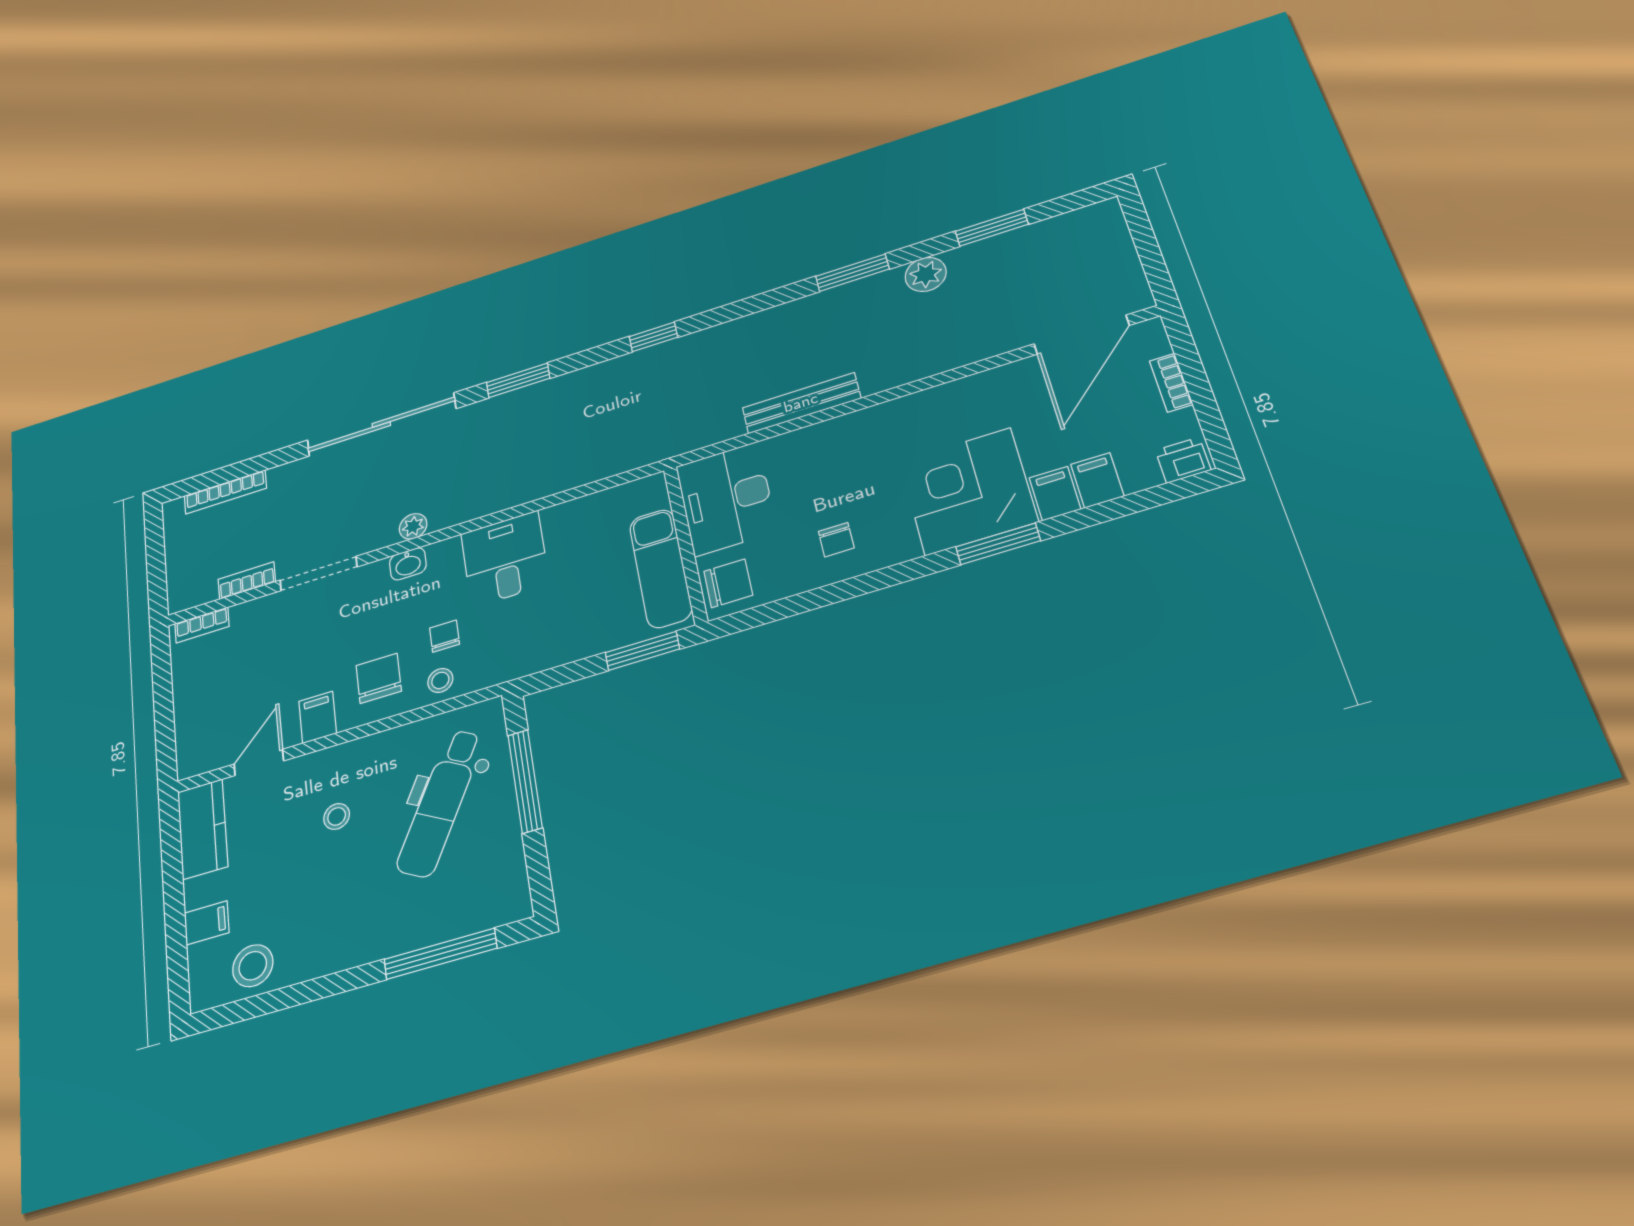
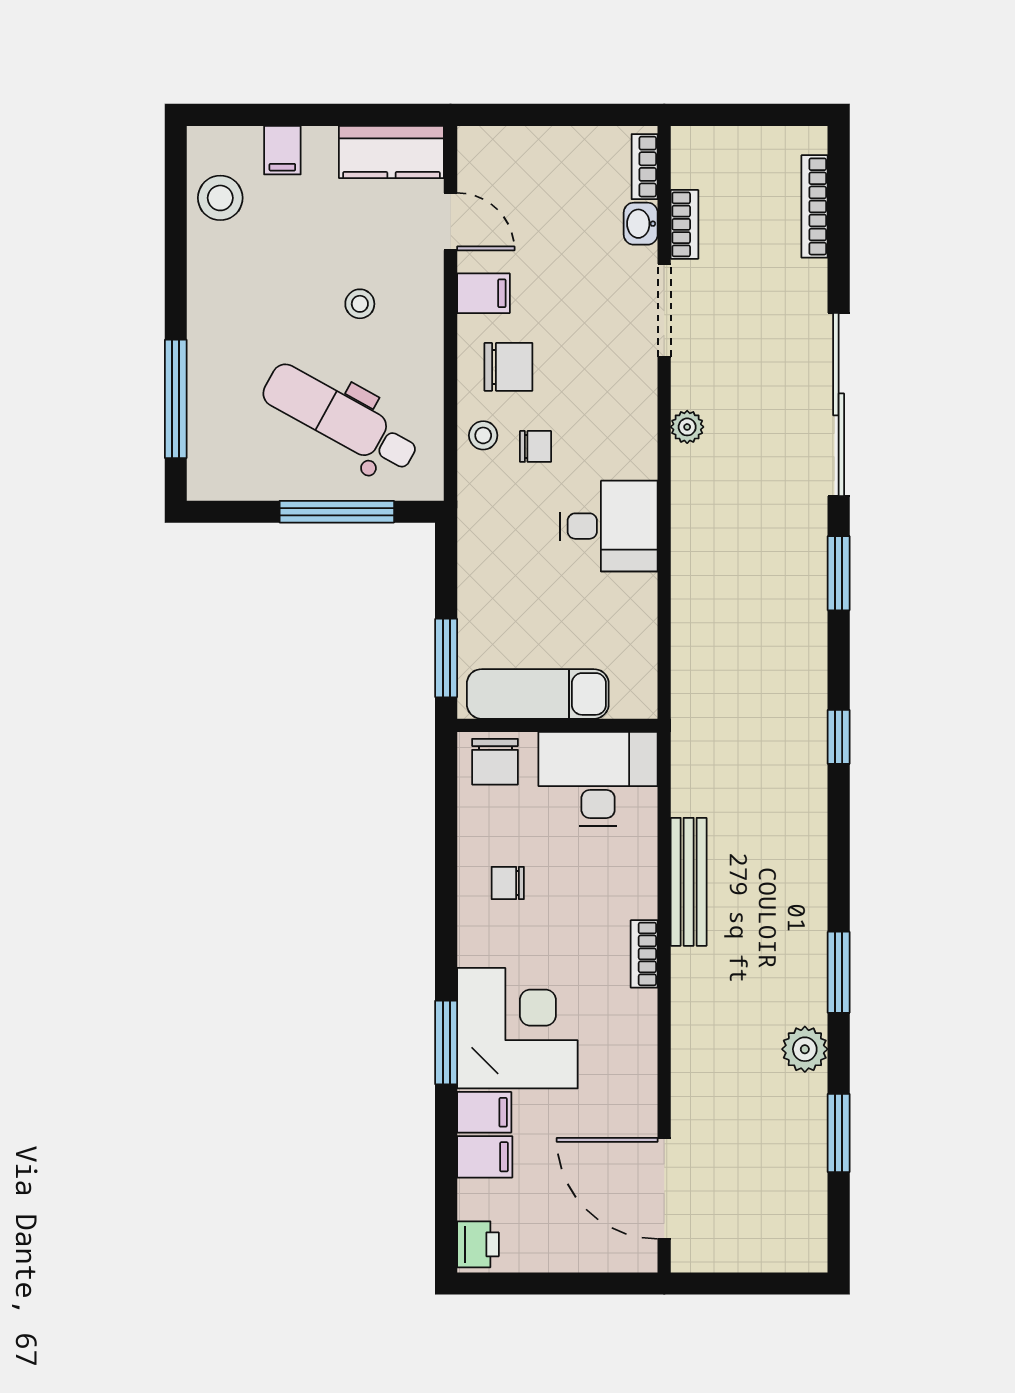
bookcase: (1171, 383) -> (644, 954), moved, turned -90
washbasin: (408, 564) -> (641, 224), moved

